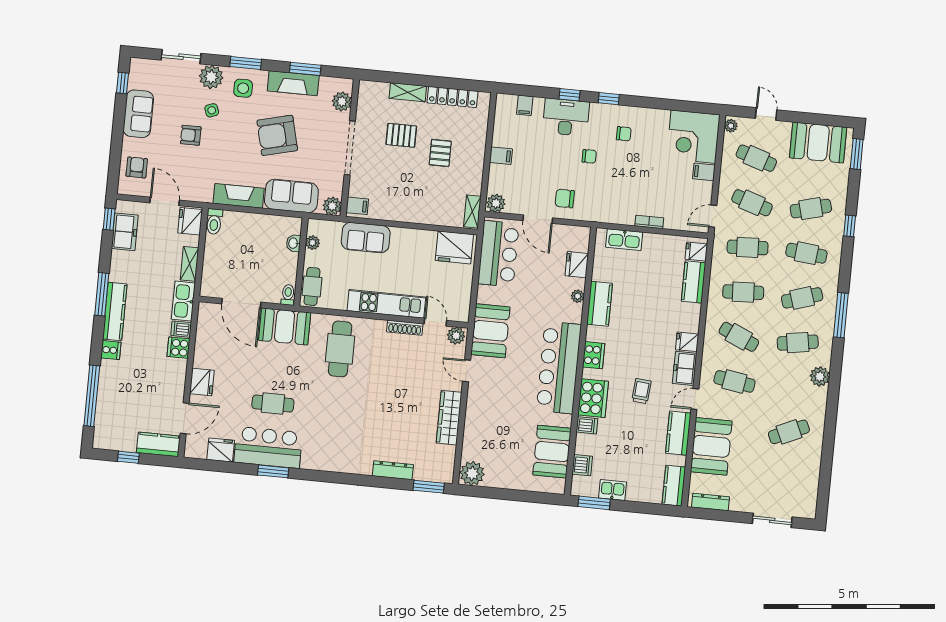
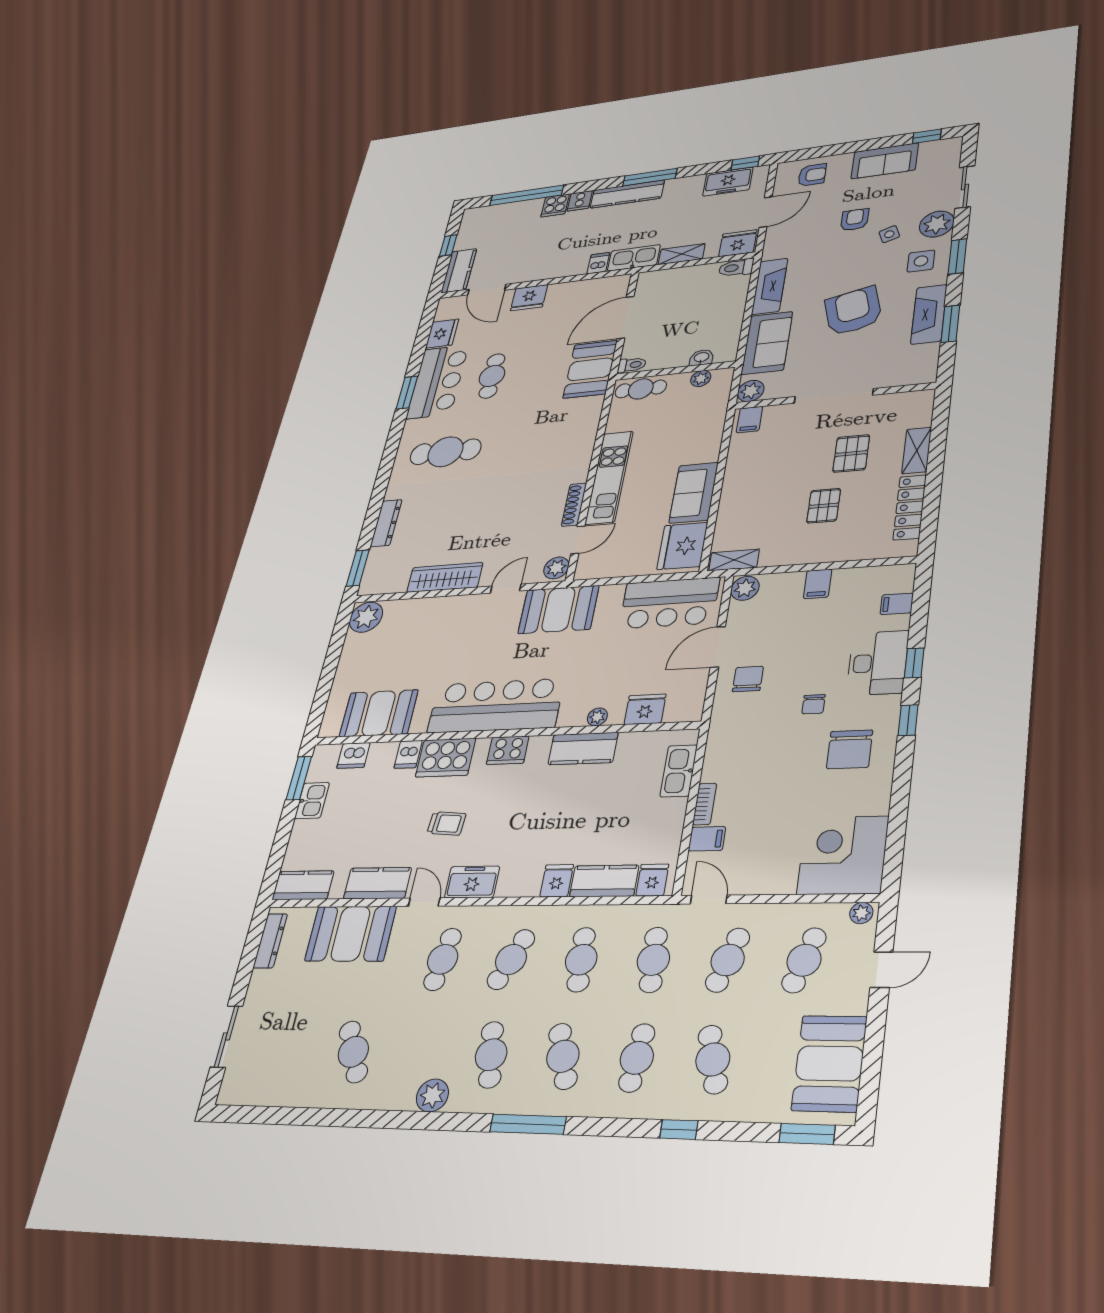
plant: (342, 102) -> (902, 375), removed
chair: (624, 134) -> (850, 749), width x1.87, depth x1.87
pallet: (440, 153) -> (824, 506), turned 90
filing cabinet: (704, 172) -> (707, 839), moved, turned 90
sofa: (366, 238) -> (694, 493), moved
fridge: (687, 342) -> (557, 881), moved
cooker: (178, 348) -> (555, 205), moved, turned 180
cafe table: (340, 349) -> (445, 452), moved

